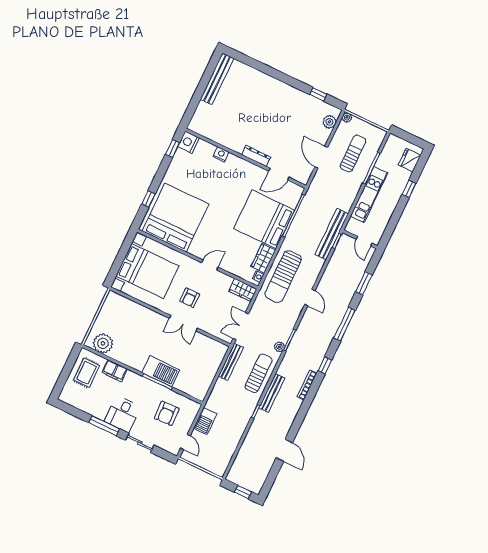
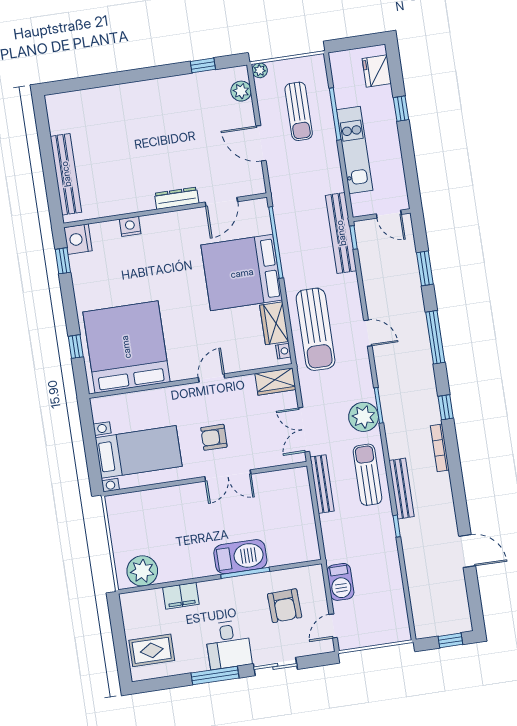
bench: (217, 79) -> (66, 174), moved
sun lounger: (353, 154) -> (299, 111), turned 180
bed with nightstands: (147, 271) -> (139, 452), width x0.73
armchair: (190, 298) -> (214, 437), turned 90
plant: (279, 347) -> (364, 417), width x1.87, depth x1.87
rug: (86, 373) -> (152, 650), moved, turned 90
door: (185, 442) -> (333, 626), swing flipped

